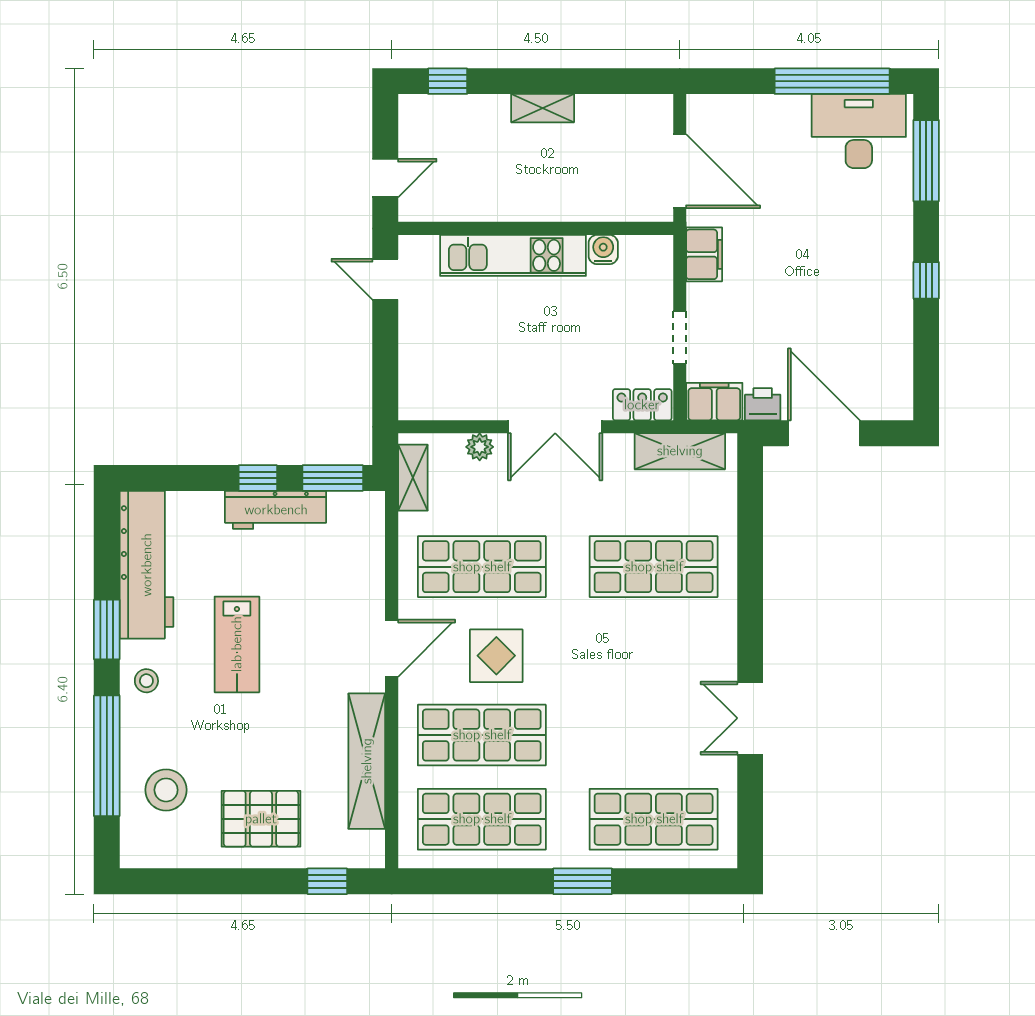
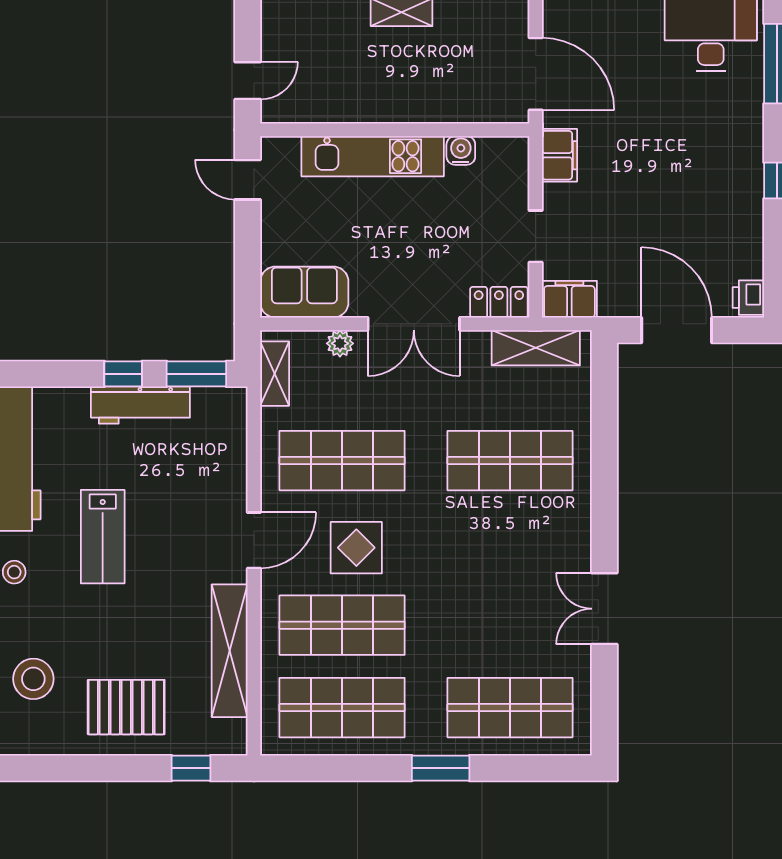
sofa: (443, 394) -> (304, 292), added
printer: (763, 404) -> (748, 298), moved, turned -90

